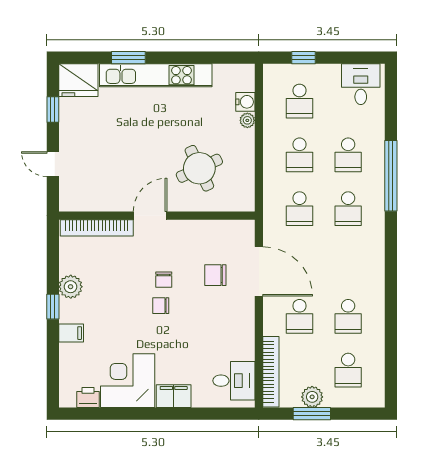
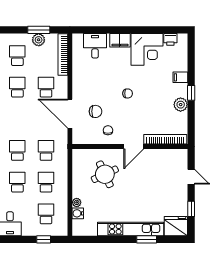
chair: (164, 280) -> (108, 130), moved
desk: (234, 381) -> (95, 46), moved, turned 90

